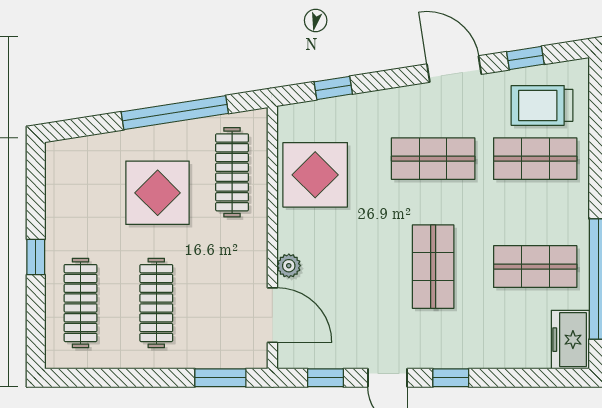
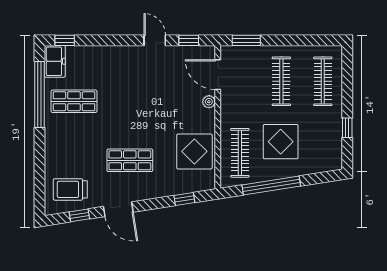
trolley: (542, 105) -> (70, 189), turned 180
shop shelf: (535, 159) -> (74, 160), removed
window: (36, 257) -> (347, 128), moved
shop shelf: (433, 267) -> (130, 101), removed
window: (451, 378) -> (65, 40), moved

